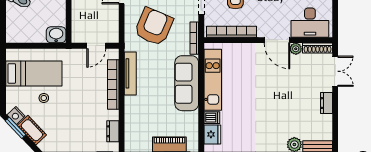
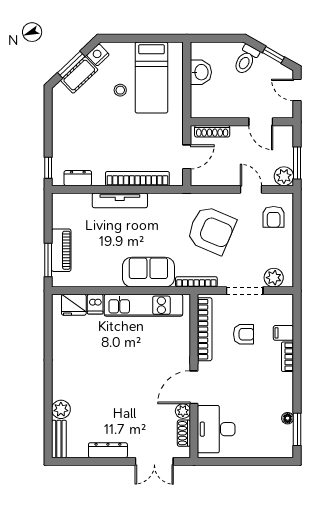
shoe rack: (76, 26) -> (212, 131), added
washbasin: (56, 35) -> (201, 72), moved
door: (96, 46) -> (187, 157), swing flipped
shoe rack: (318, 48) -> (184, 433), width x0.70
tv unit: (130, 73) -> (120, 200), moved
sofa: (187, 83) -> (148, 272), width x0.73
dresser: (326, 103) -> (108, 450), width x1.44
window: (15, 128) -> (71, 65), moved

